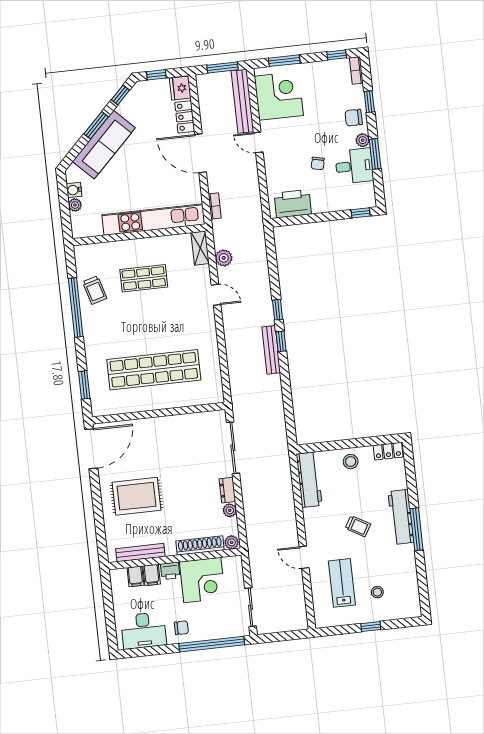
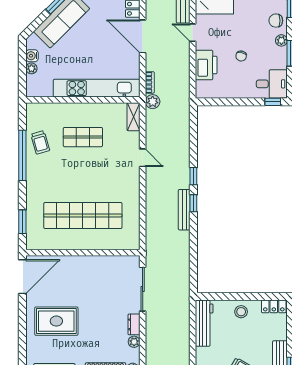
desk: (354, 166) -> (272, 84), moved
printer: (293, 204) -> (206, 65), moved, turned 90
plant: (224, 258) -> (153, 102), moved

